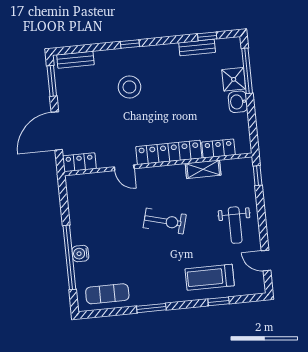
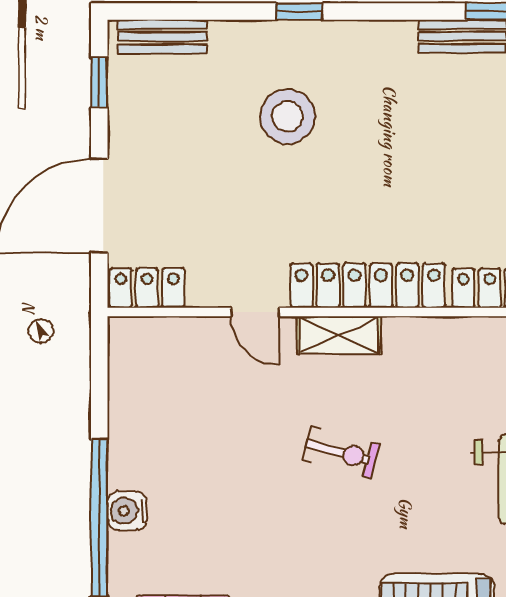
window: (52, 81) -> (99, 82), width x0.67
shelving: (203, 169) -> (339, 335), moved
exercise bike: (165, 221) -> (341, 452), width x0.73, depth x0.72

